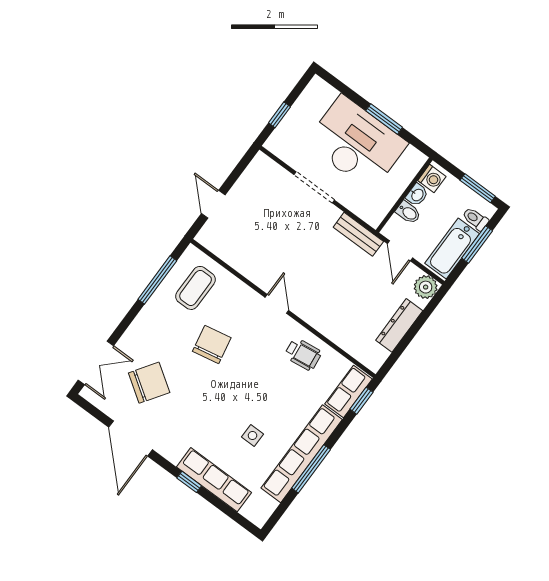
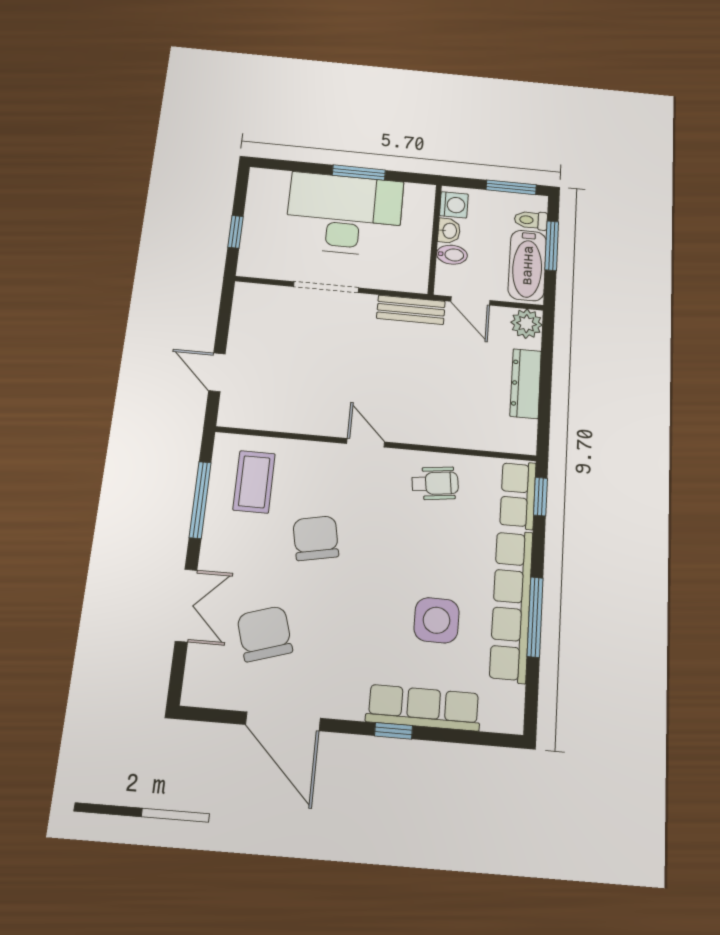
double door: (96, 363) -> (186, 605), moved
chair: (149, 383) -> (265, 634), turned -51
side table: (252, 435) -> (436, 620), width x1.87, depth x1.87

